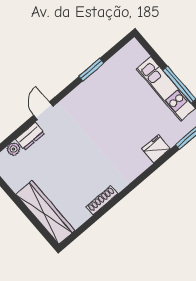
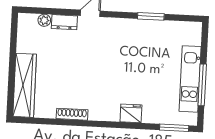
fridge: (156, 149) -> (131, 113), moved

